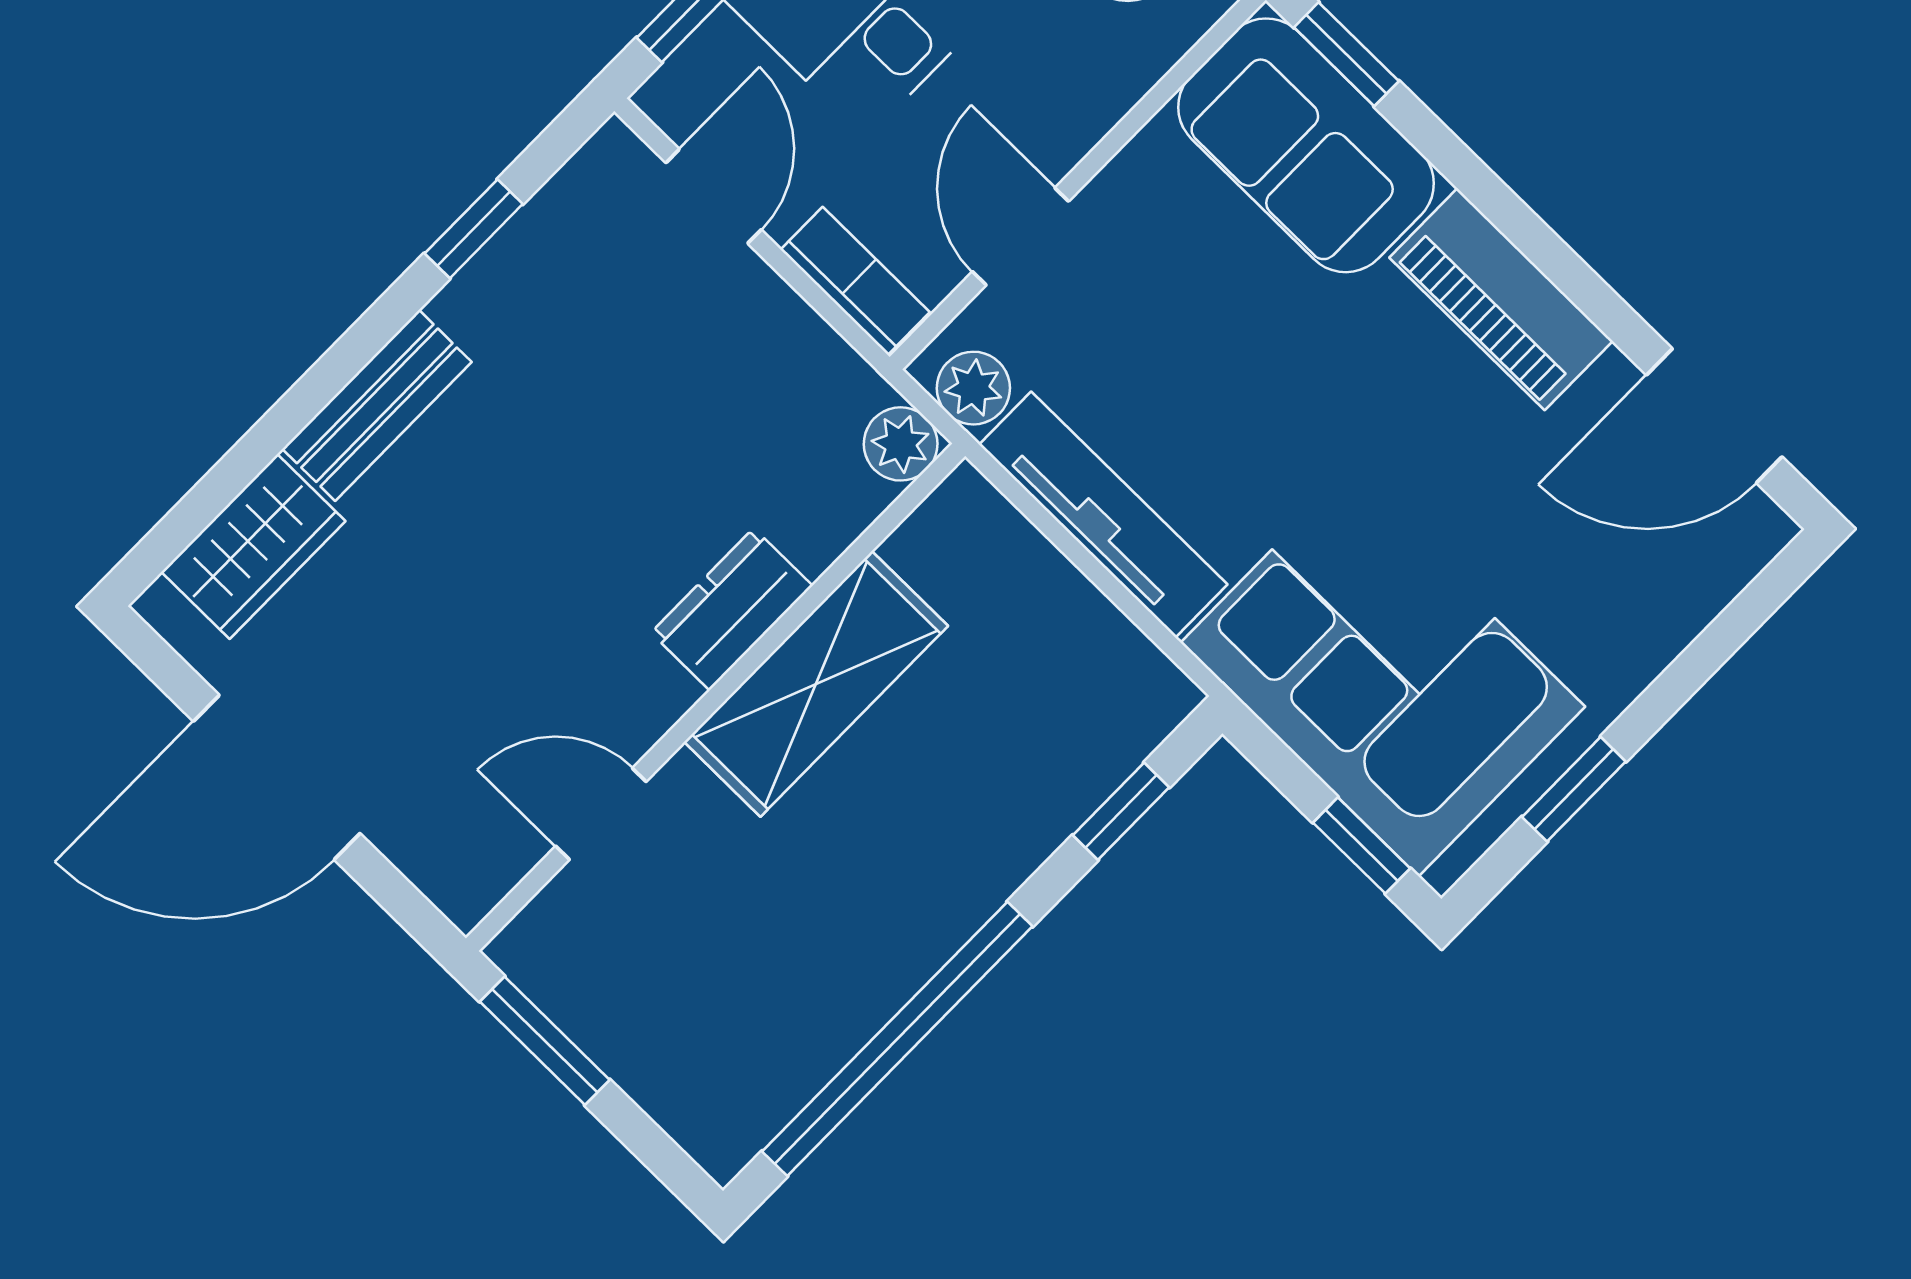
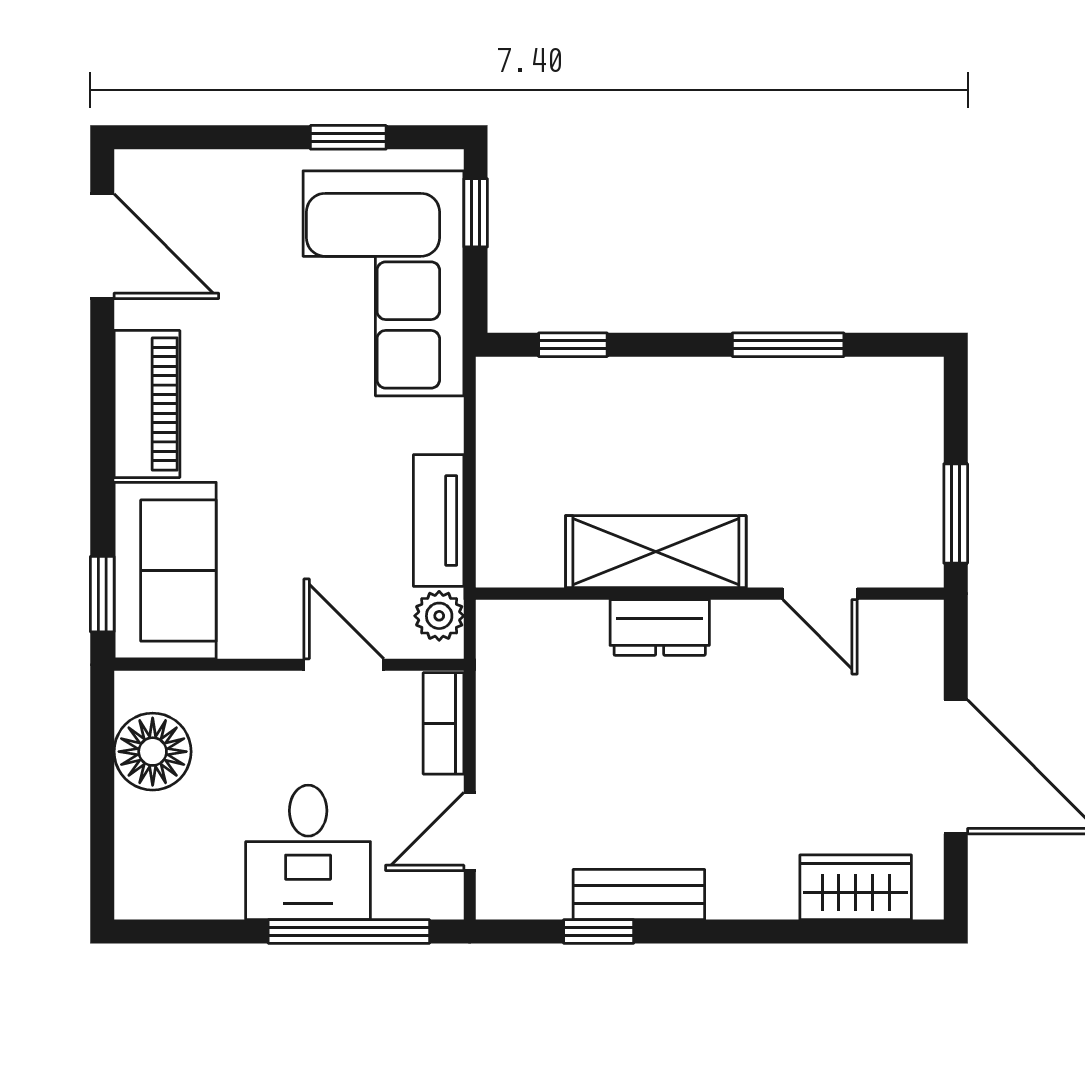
door: (1021, 236) -> (344, 665), swing flipped
bench: (377, 405) -> (639, 895), moved
plant: (901, 444) -> (500, 624), removed
tv unit: (1103, 515) -> (439, 521), width x0.71
window: (897, 1039) -> (788, 345), width x0.47

